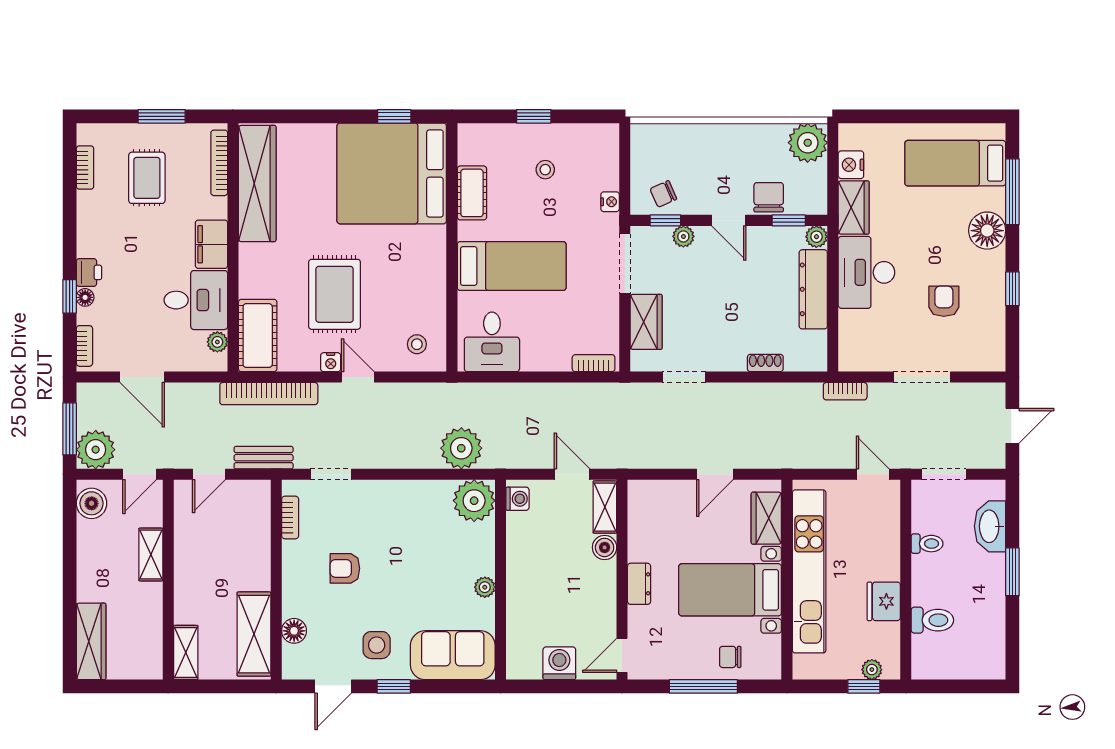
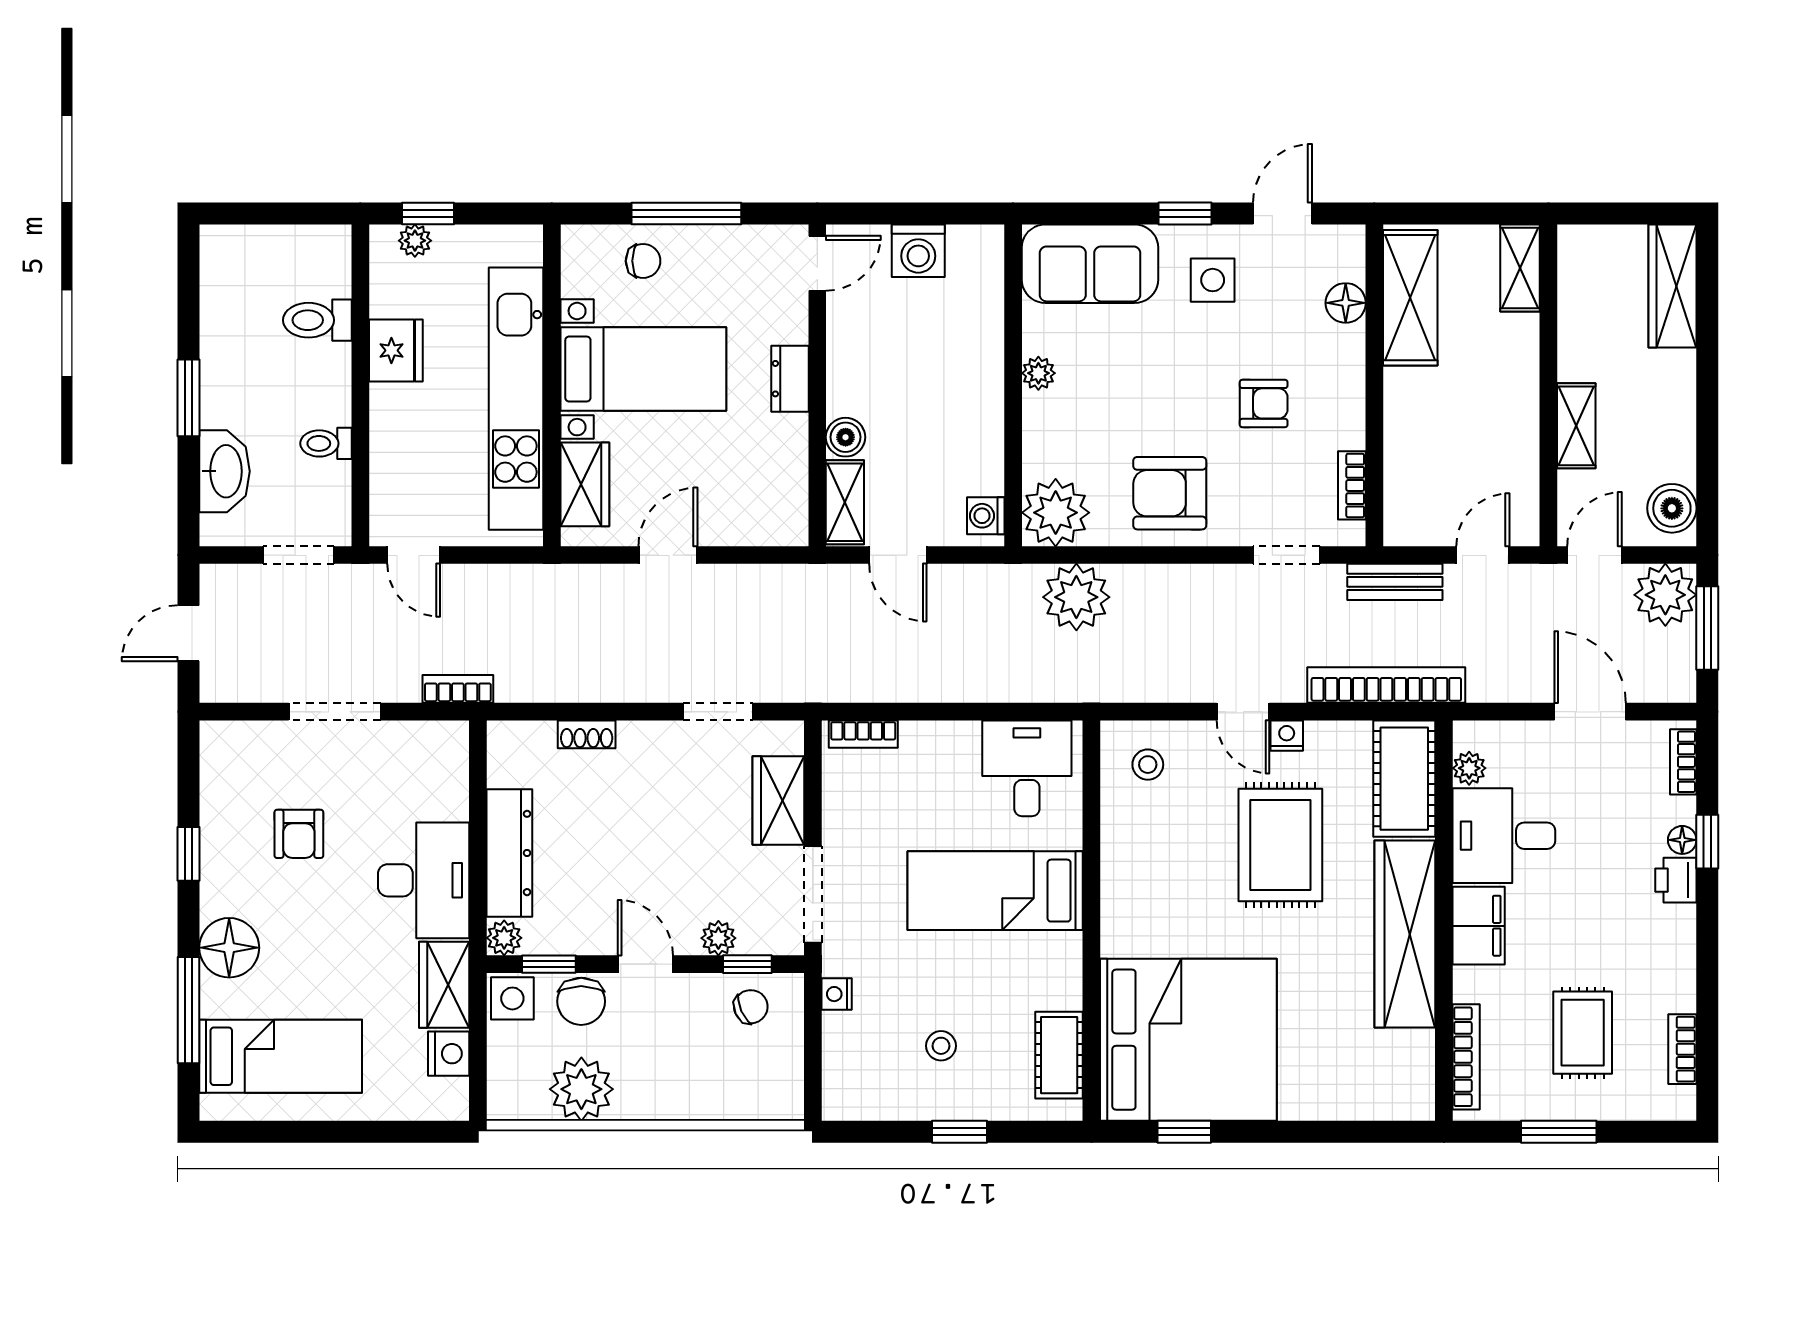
plant: (808, 143) -> (581, 1089), moved
wardrobe: (257, 184) -> (1405, 934), moved
cot: (472, 193) -> (1059, 1055), moved
side table: (811, 199) -> (512, 998), added
armchair: (403, 513) -> (1170, 493), added

